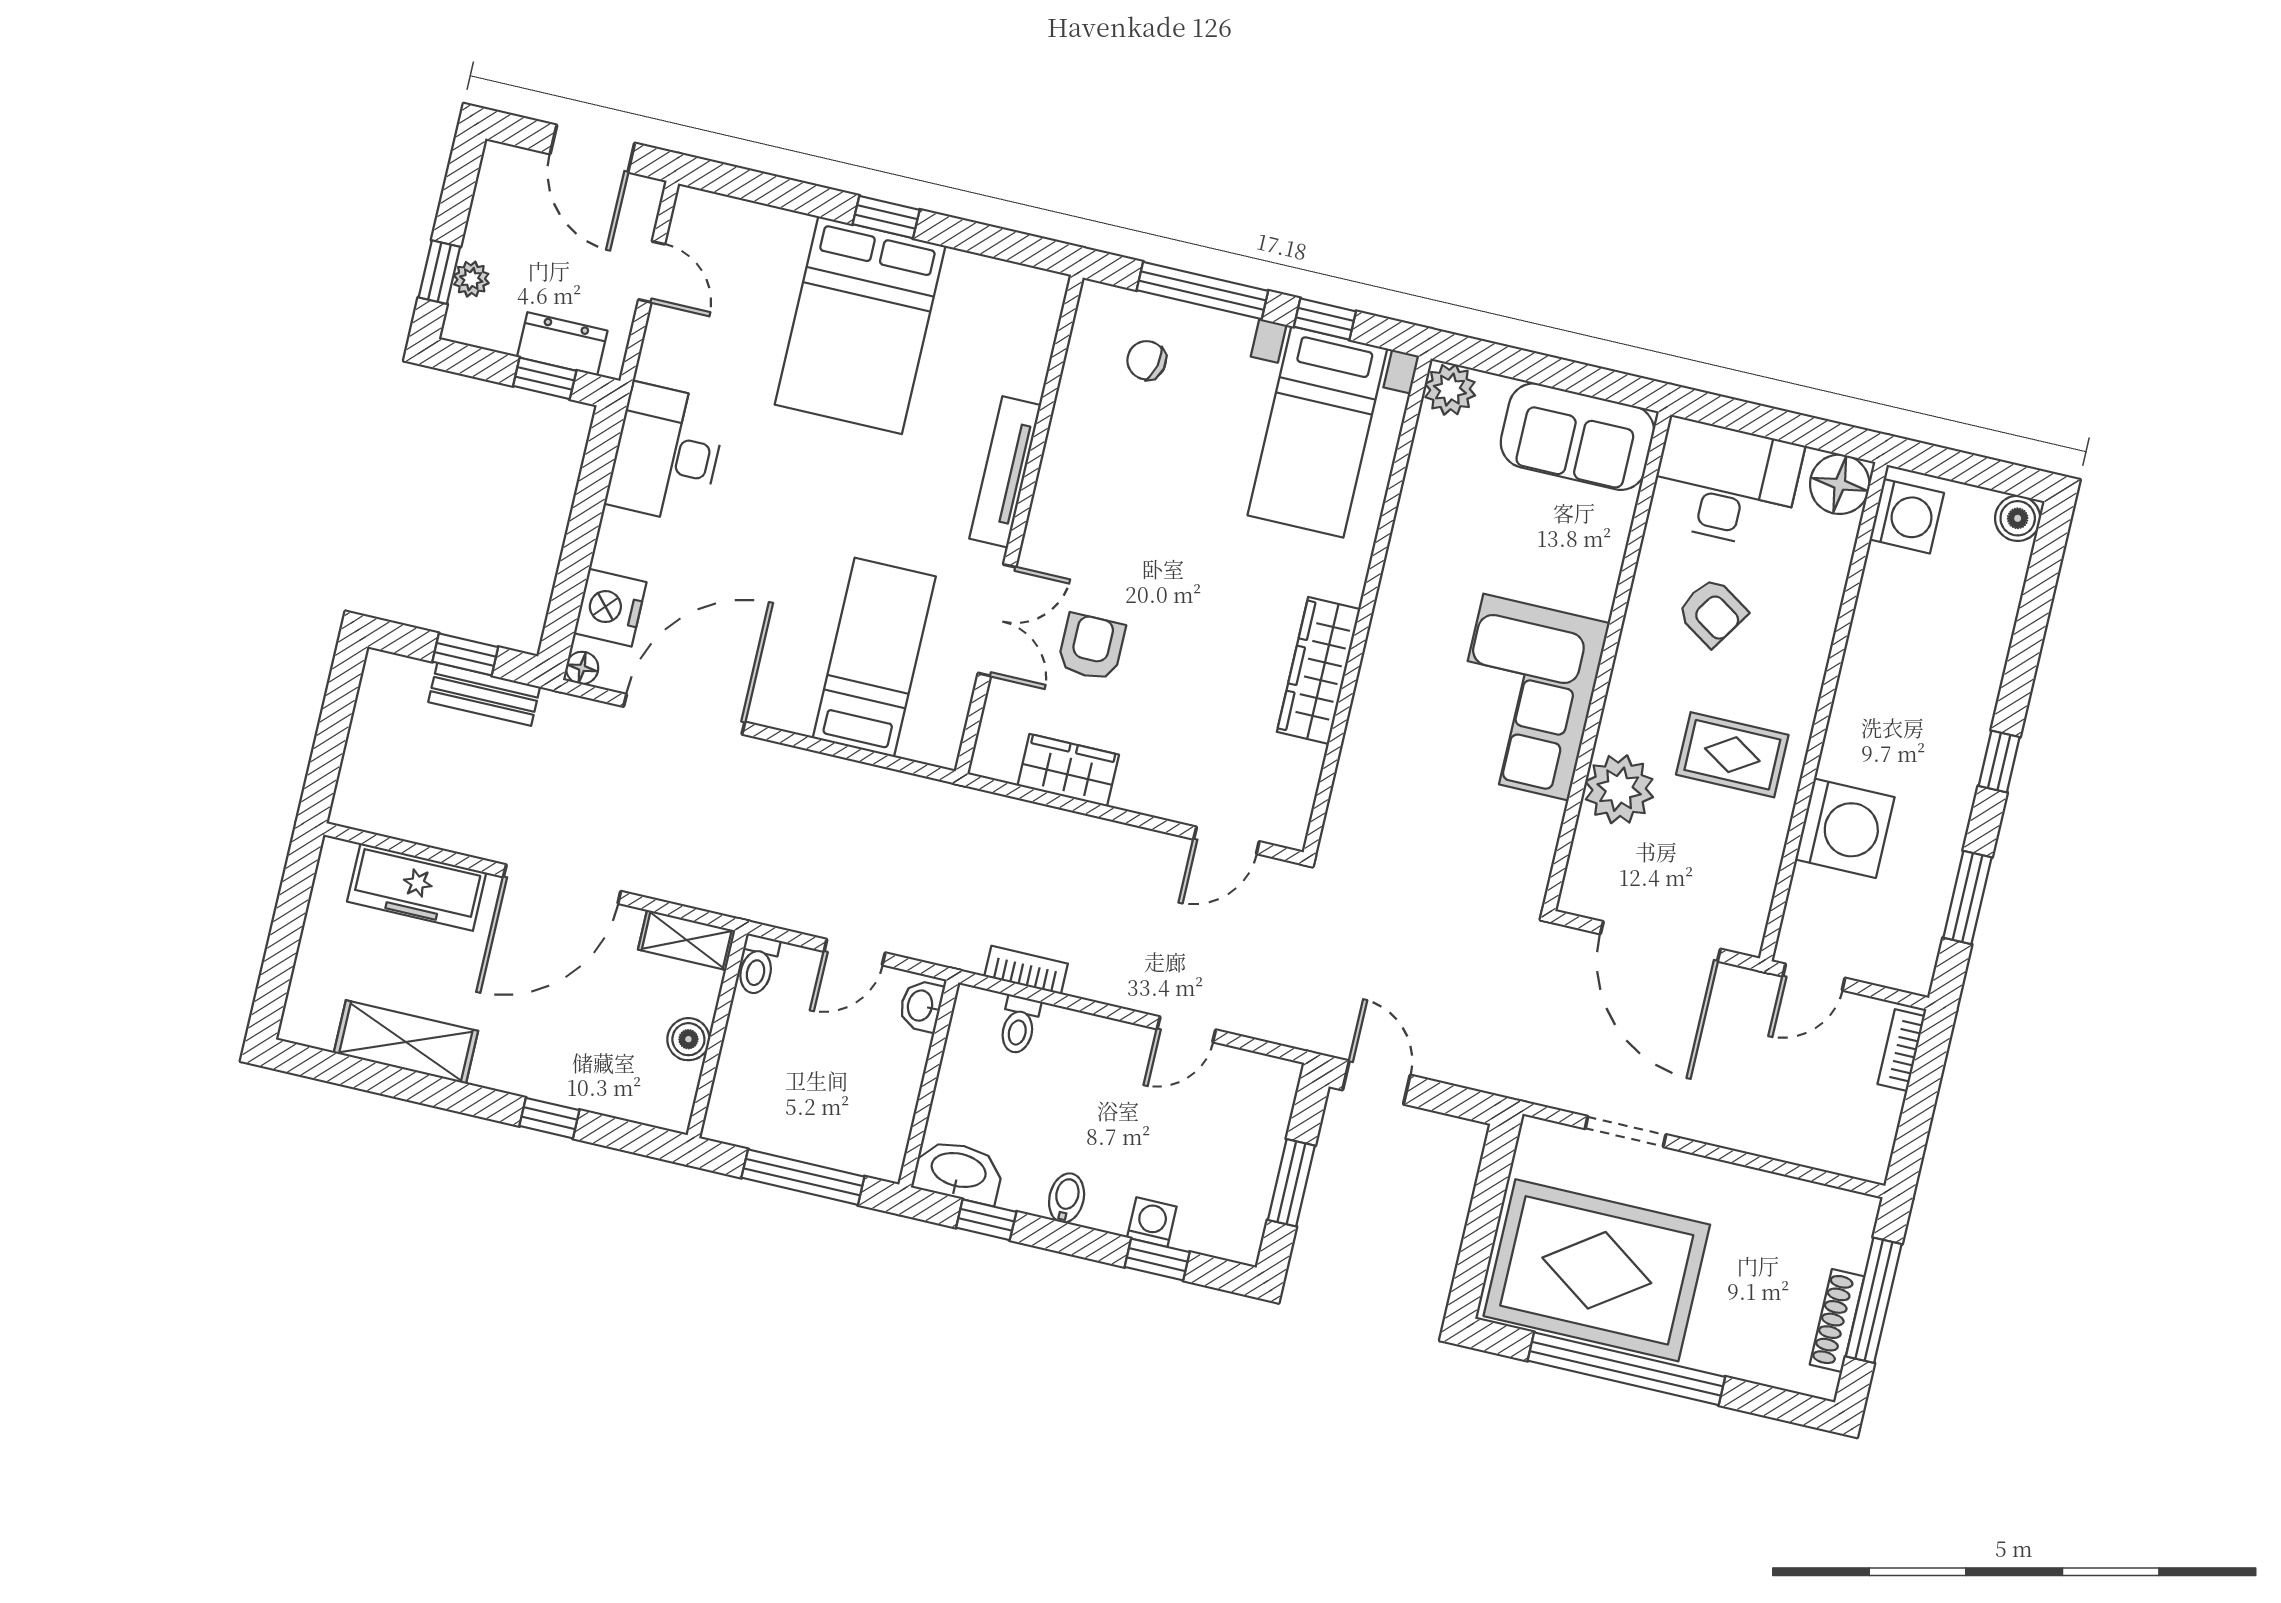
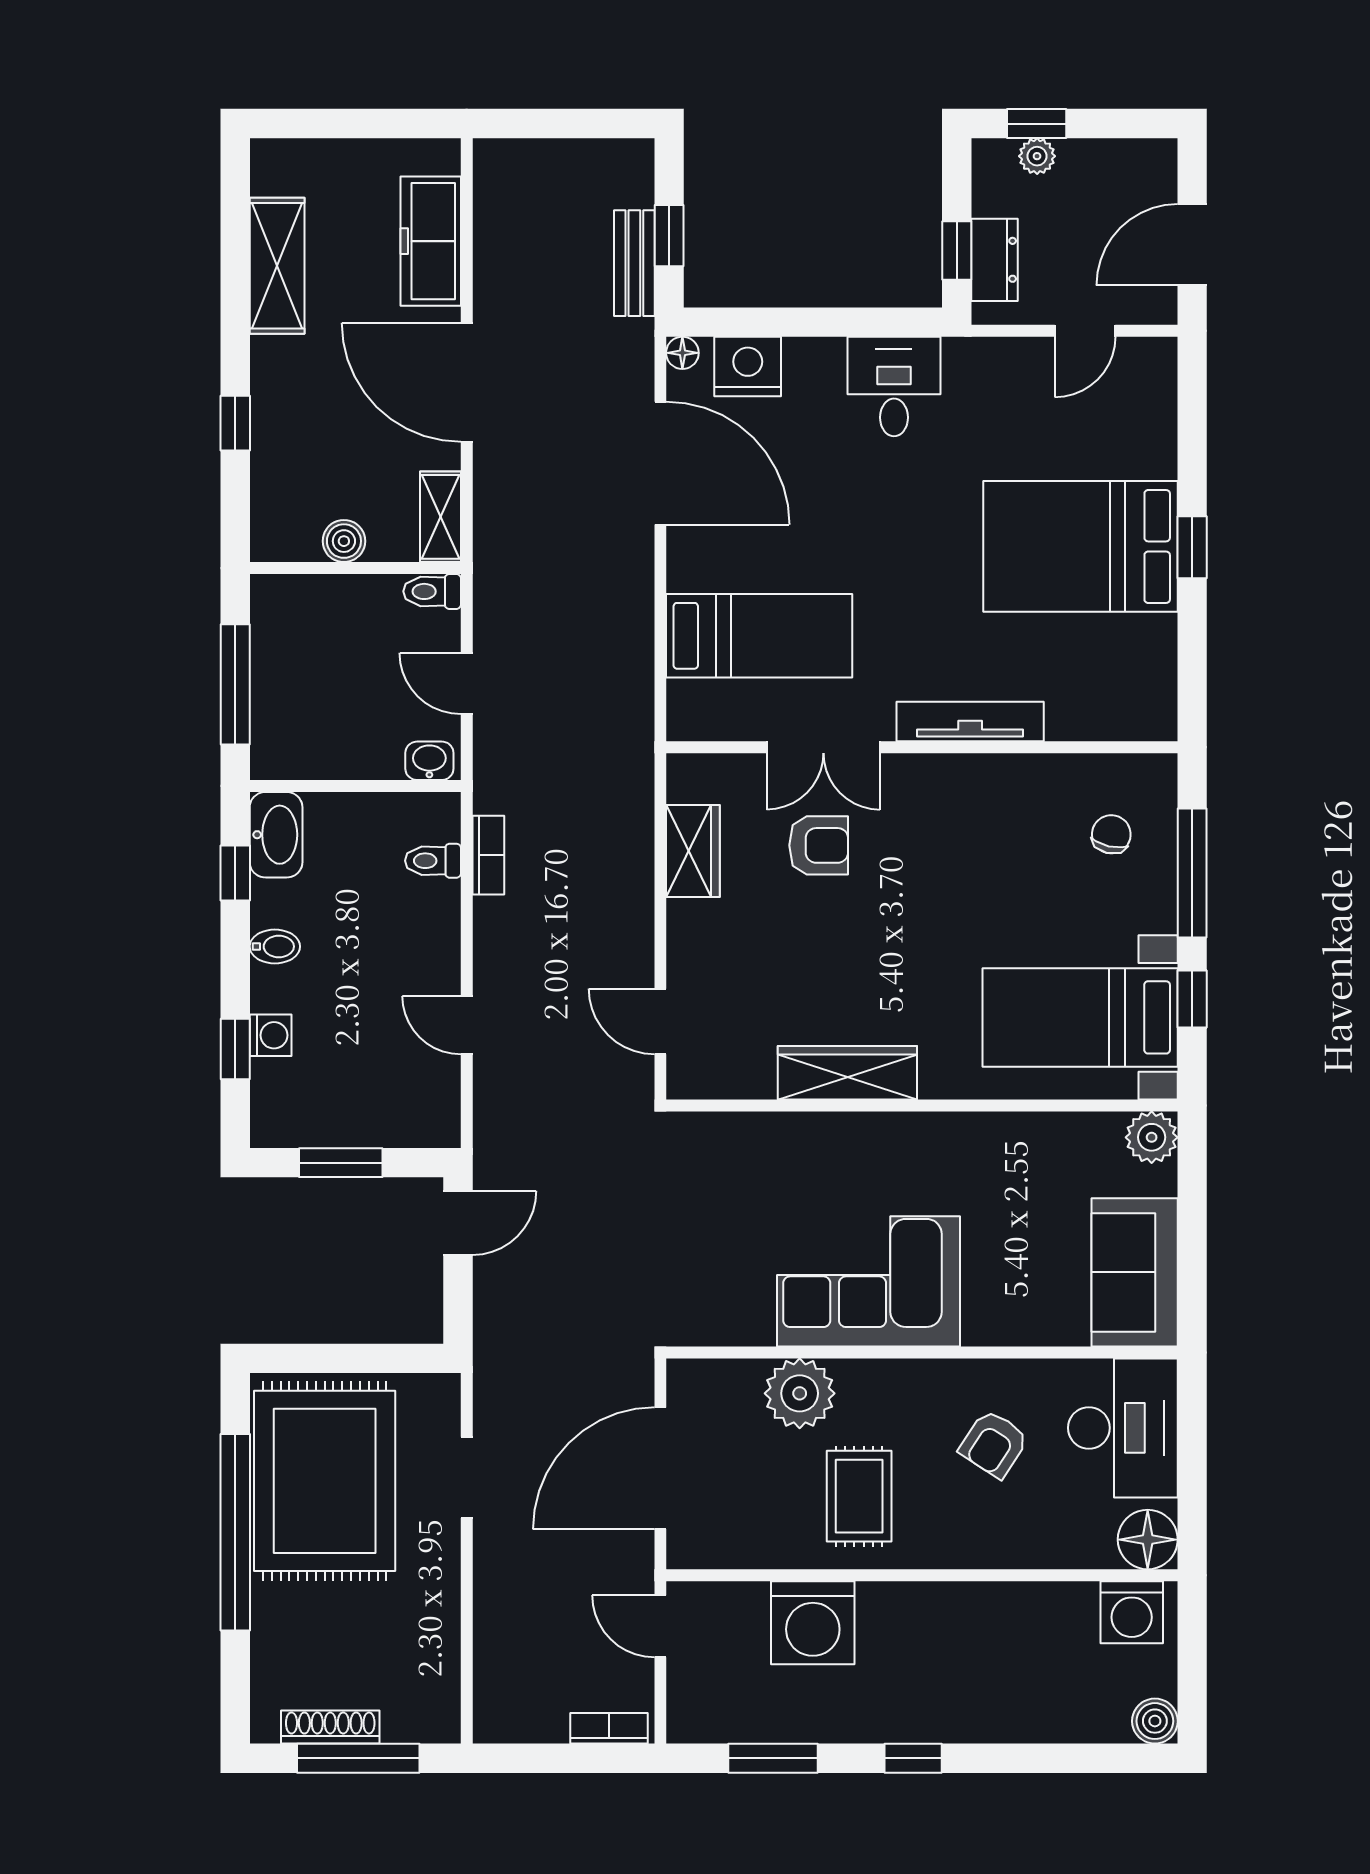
desk: (666, 453) -> (894, 386), width x0.73

